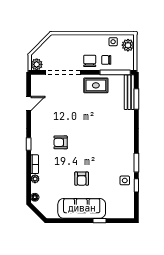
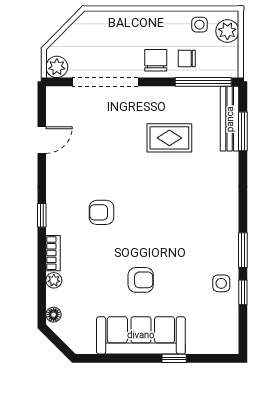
rug: (96, 85) -> (169, 138), moved
armchair: (82, 179) -> (141, 280), turned -90

